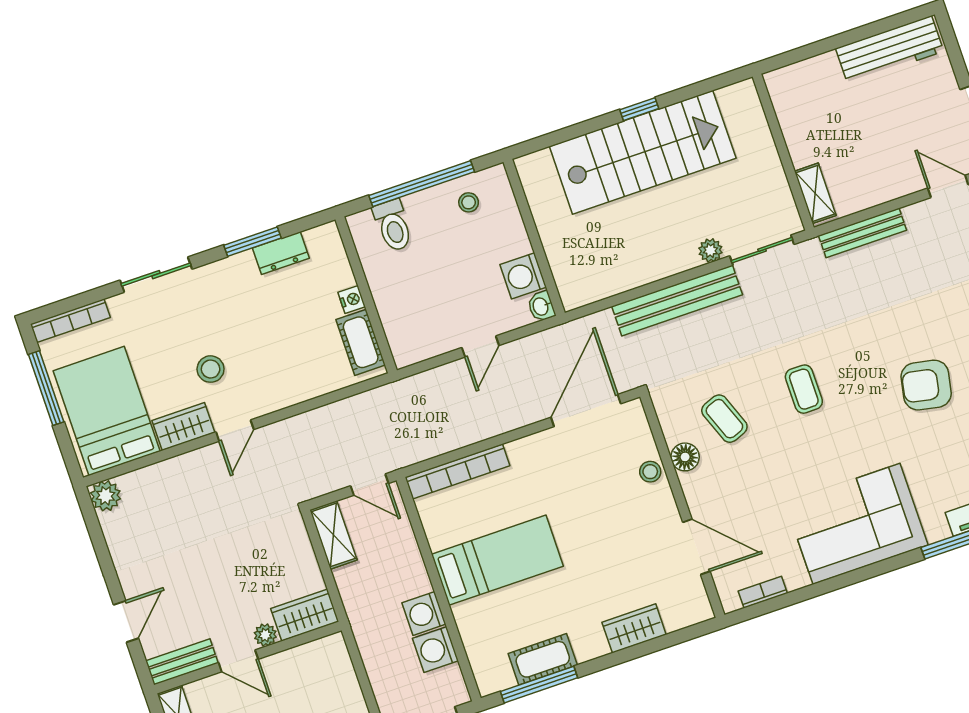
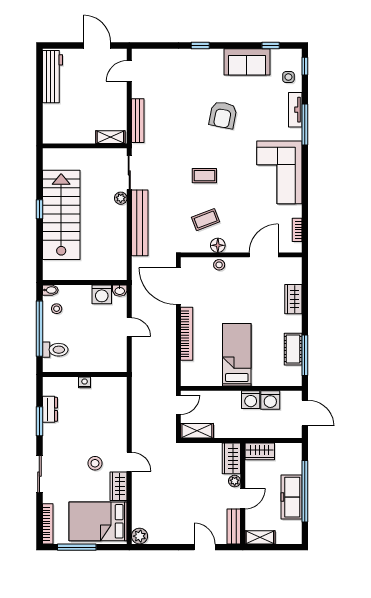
bidet: (499, 179) -> (50, 290), added
cot: (361, 342) -> (107, 385), removed
bookcase: (457, 471) -> (187, 334), moved
wardrobe: (335, 662) -> (260, 451), added

